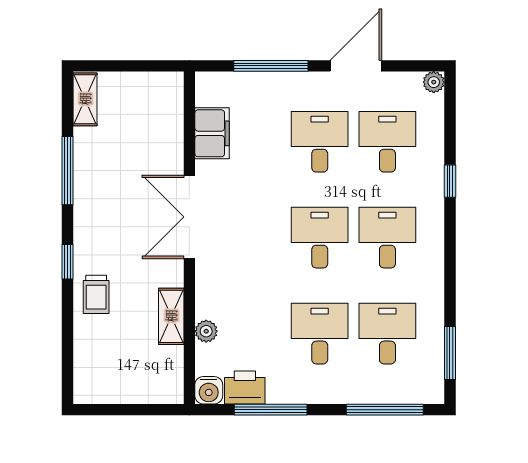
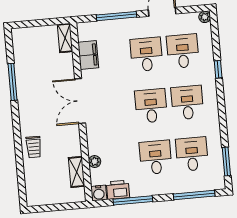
shelving: (85, 99) -> (65, 38), moved
window: (67, 262) -> (17, 131), removed
shelving: (171, 316) -> (77, 172), moved

